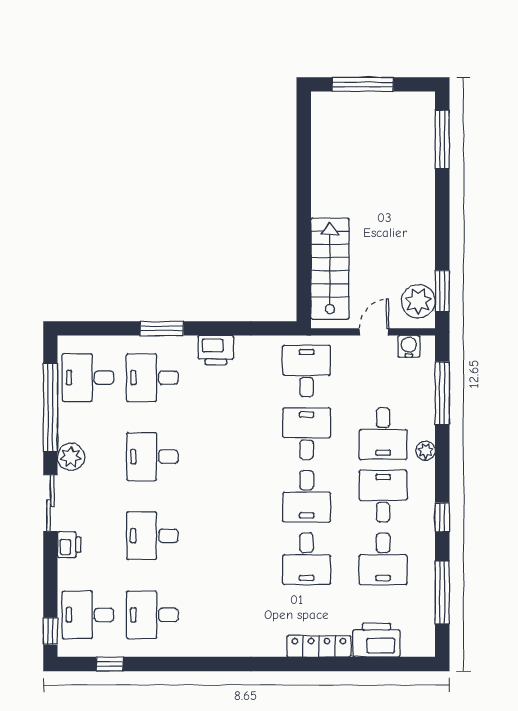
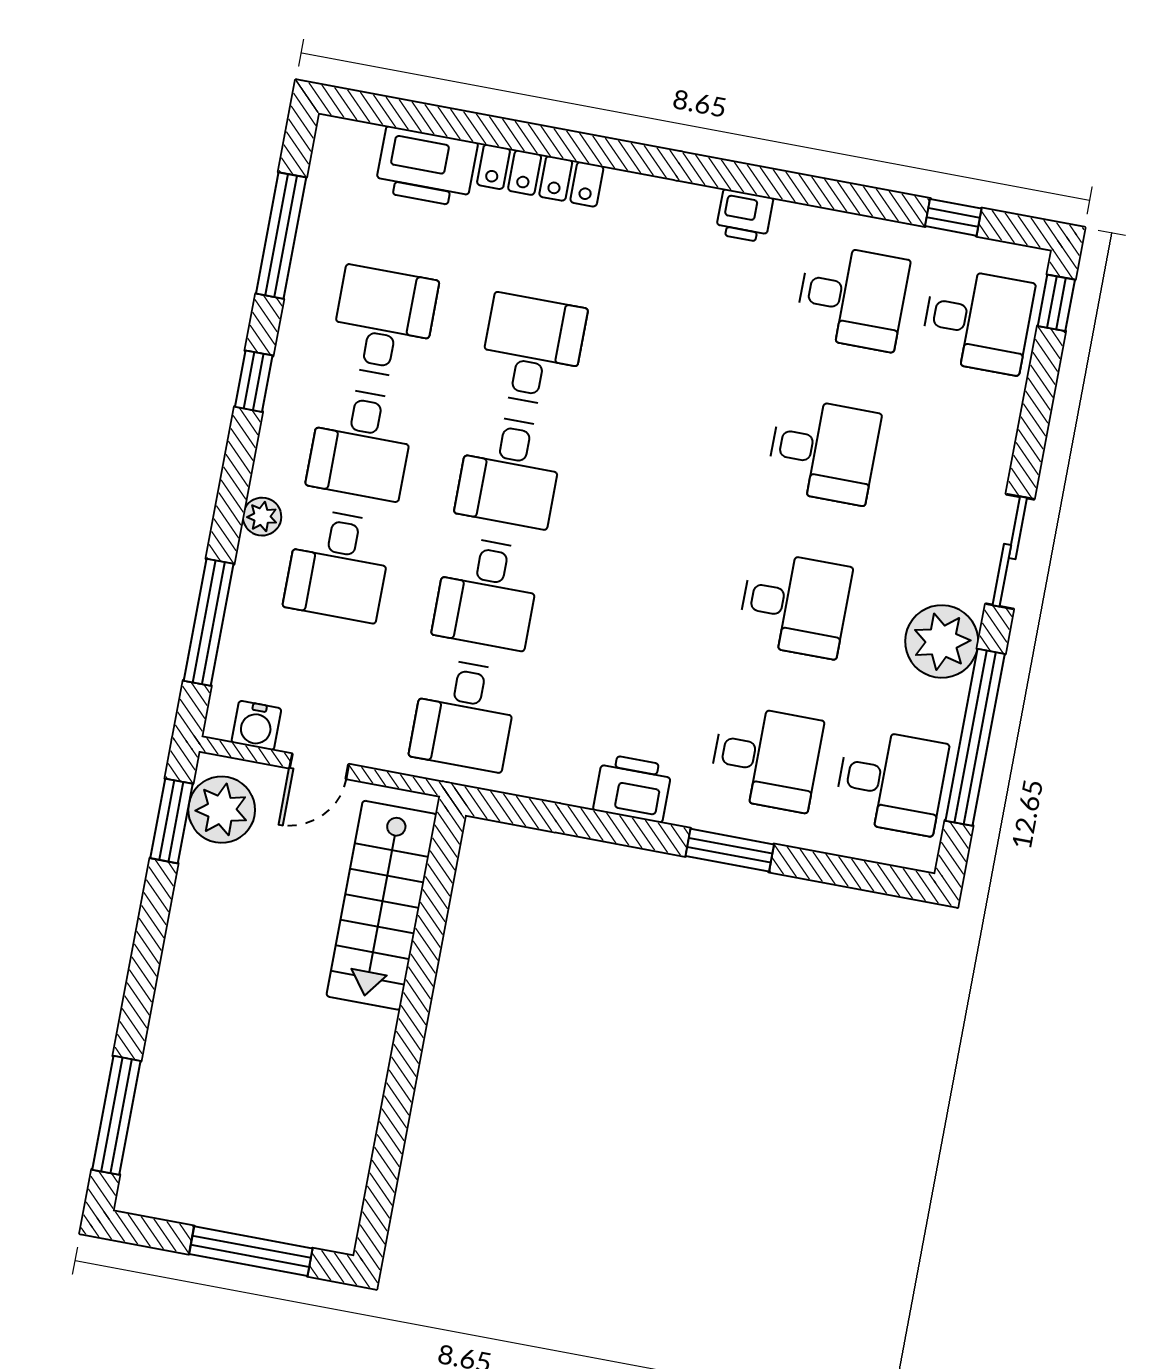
desk: (383, 434) -> (338, 565), turned 180
plant: (71, 457) -> (942, 641), width x1.36, depth x1.36
desk: (307, 496) -> (510, 472), turned 180
printer: (69, 545) -> (744, 216), moved, turned -90

